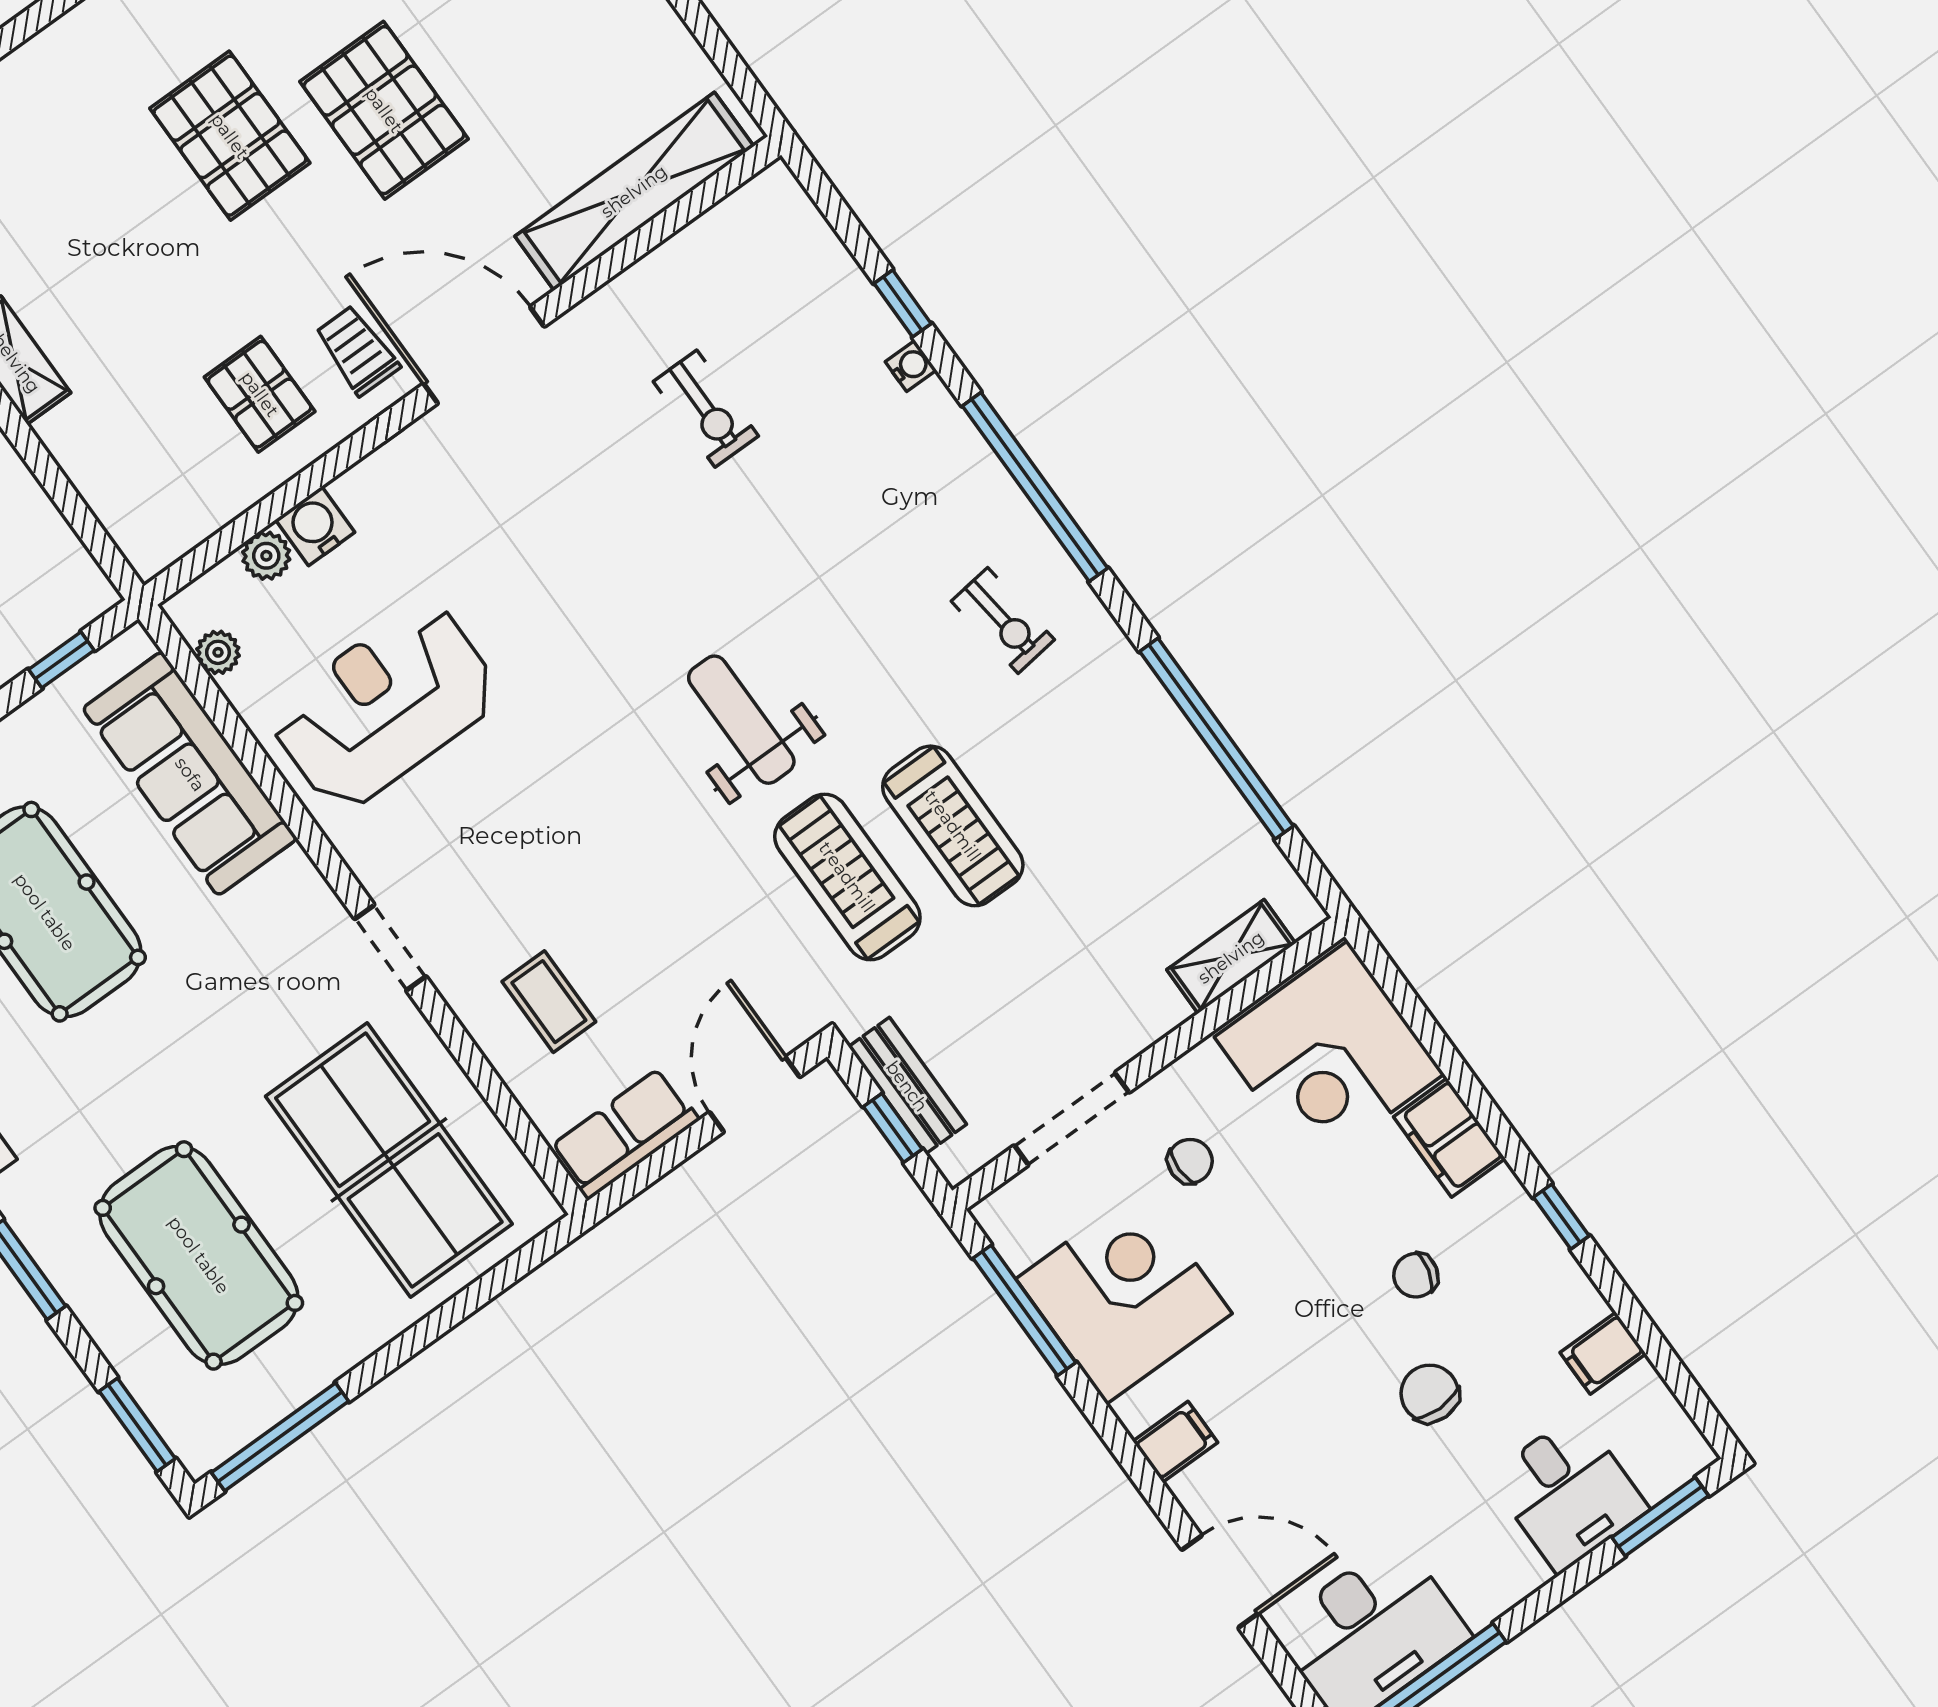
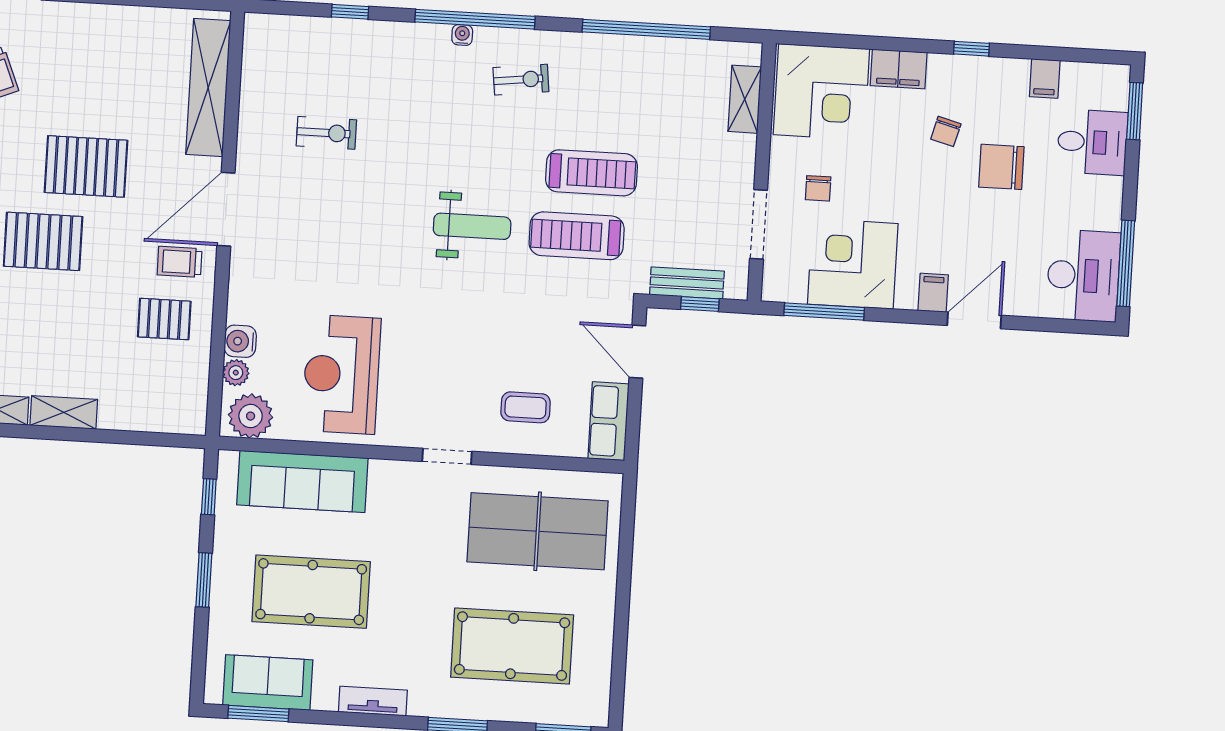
water cooler: (911, 366) -> (462, 35), moved
plant: (218, 652) -> (251, 416), width x1.88, depth x1.88
weight bench: (741, 720) -> (472, 226), turned 180
chair: (1190, 1161) -> (818, 188), turned 180
chair: (1430, 1394) -> (1001, 167), width x1.37, depth x1.37
window: (280, 1437) -> (618, 675), removed
door: (1220, 1582) -> (974, 320), moved

